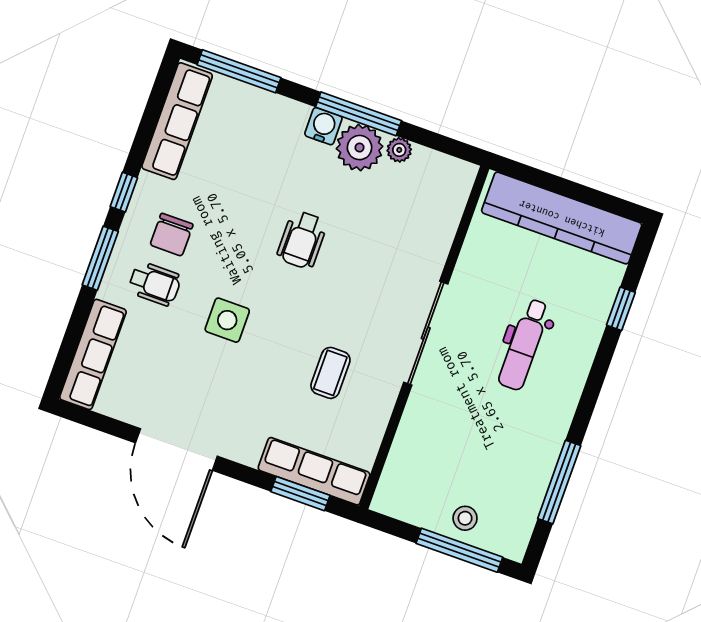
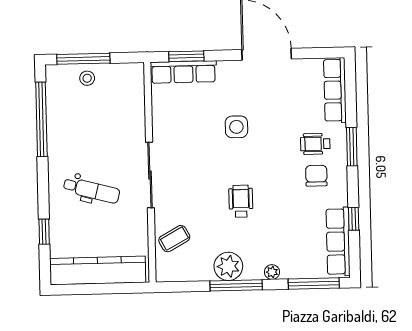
water cooler: (323, 126) -> (254, 271), removed
plant: (399, 150) -> (272, 272), moved
window: (124, 192) -> (354, 219), moved
side table: (227, 320) -> (236, 127), moved
dental chair: (524, 344) -> (91, 190), turned 105
coffee table: (330, 373) -> (174, 239), moved, turned 61
window: (559, 482) -> (41, 119), width x1.46

